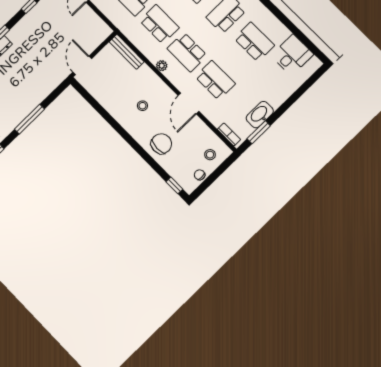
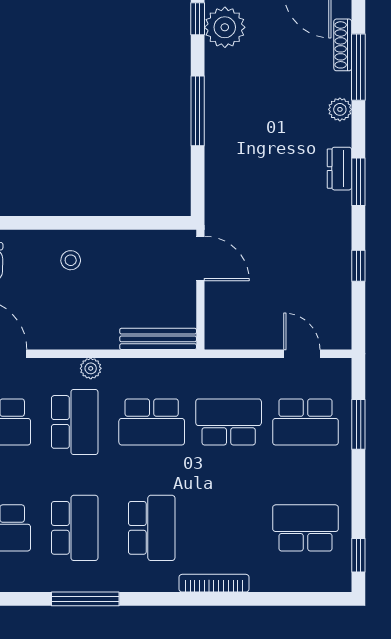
school desk: (187, 52) -> (75, 422), turned 90
stool: (142, 106) -> (71, 260), moved

